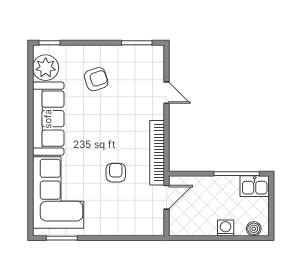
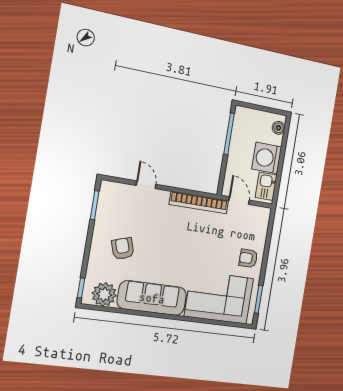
door: (167, 93) -> (146, 185), hinge flipped
armchair: (116, 173) -> (248, 258), moved
kitchen sink: (255, 186) -> (266, 186), moved, turned 180
washing machine: (226, 228) -> (267, 158), width x1.89, depth x1.89

